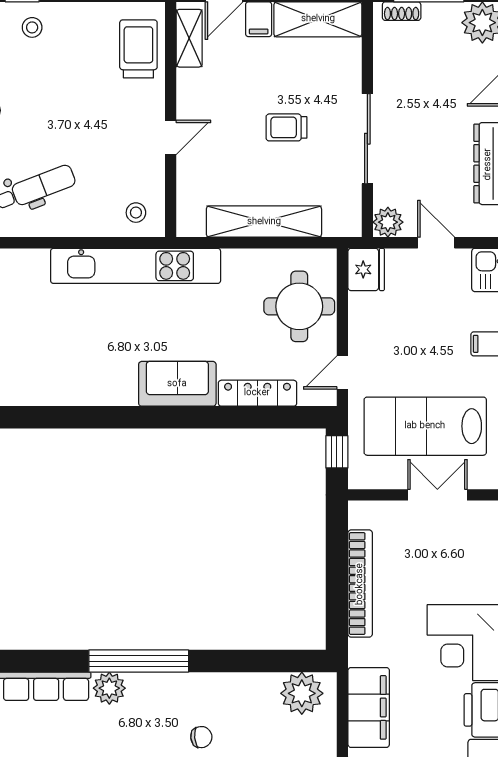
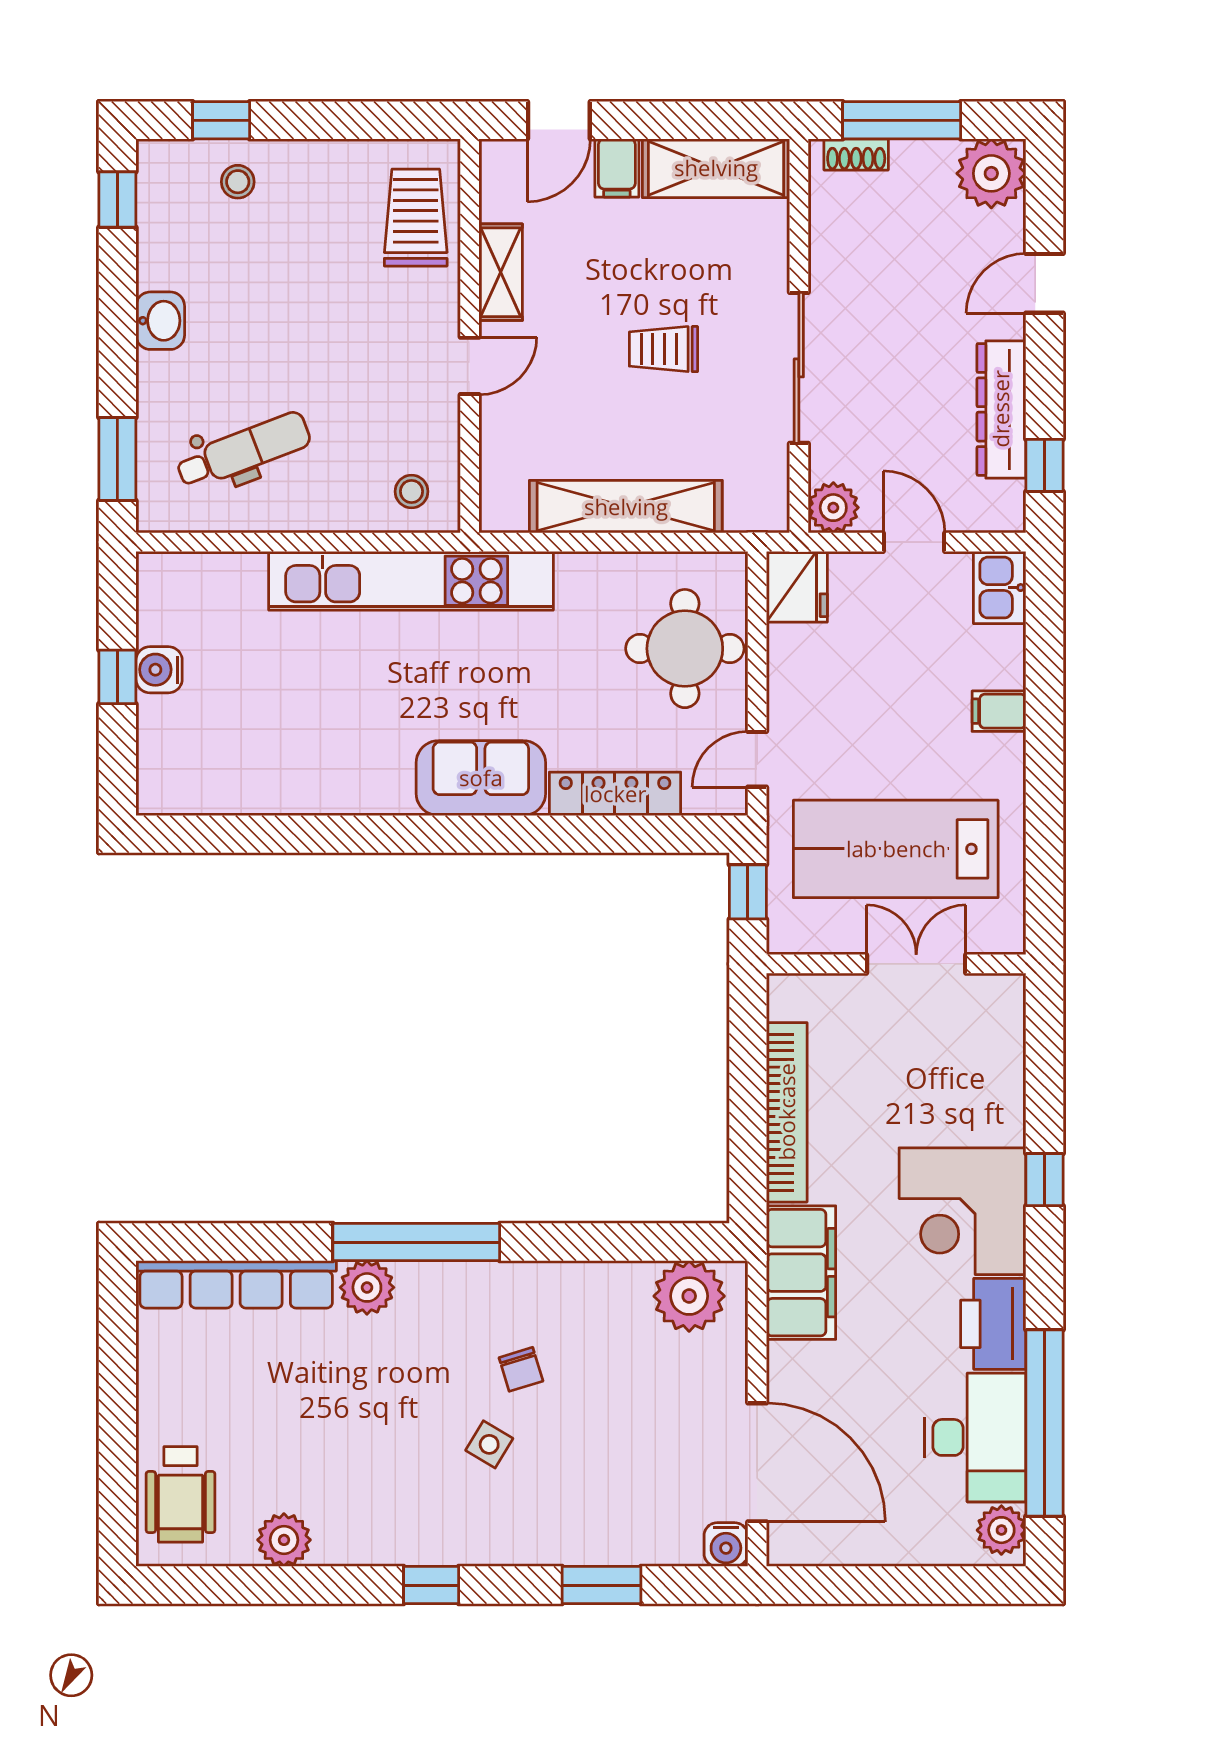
shelving: (189, 38) -> (501, 272), moved
filing cabinet: (369, 707) -> (801, 1273), moved
chair: (201, 737) -> (521, 1369), turned 79

